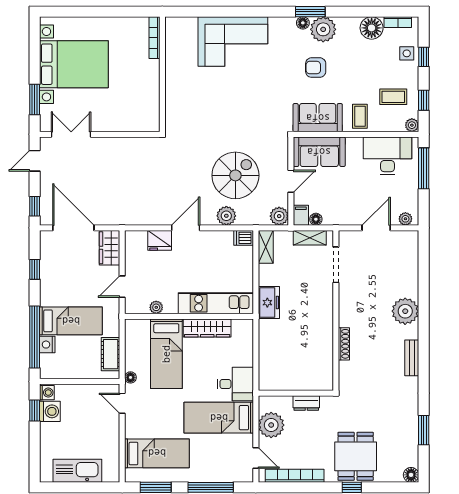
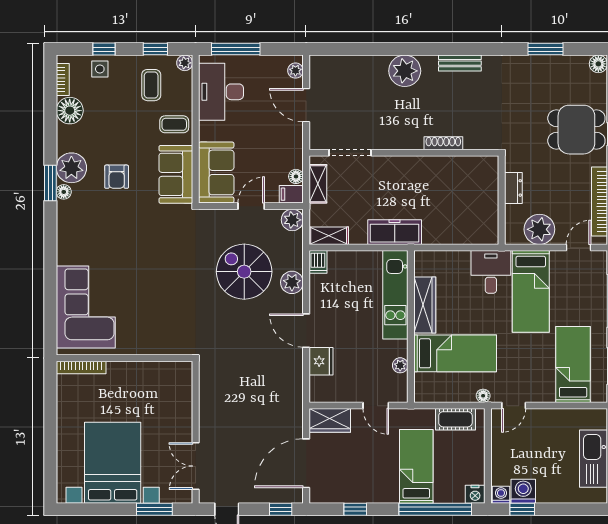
corner sofa: (233, 41) -> (86, 307), moved
door: (291, 181) -> (251, 206), hinge flipped
freezer: (269, 303) -> (395, 232), width x1.40
nightstand: (47, 345) -> (475, 494), moved

